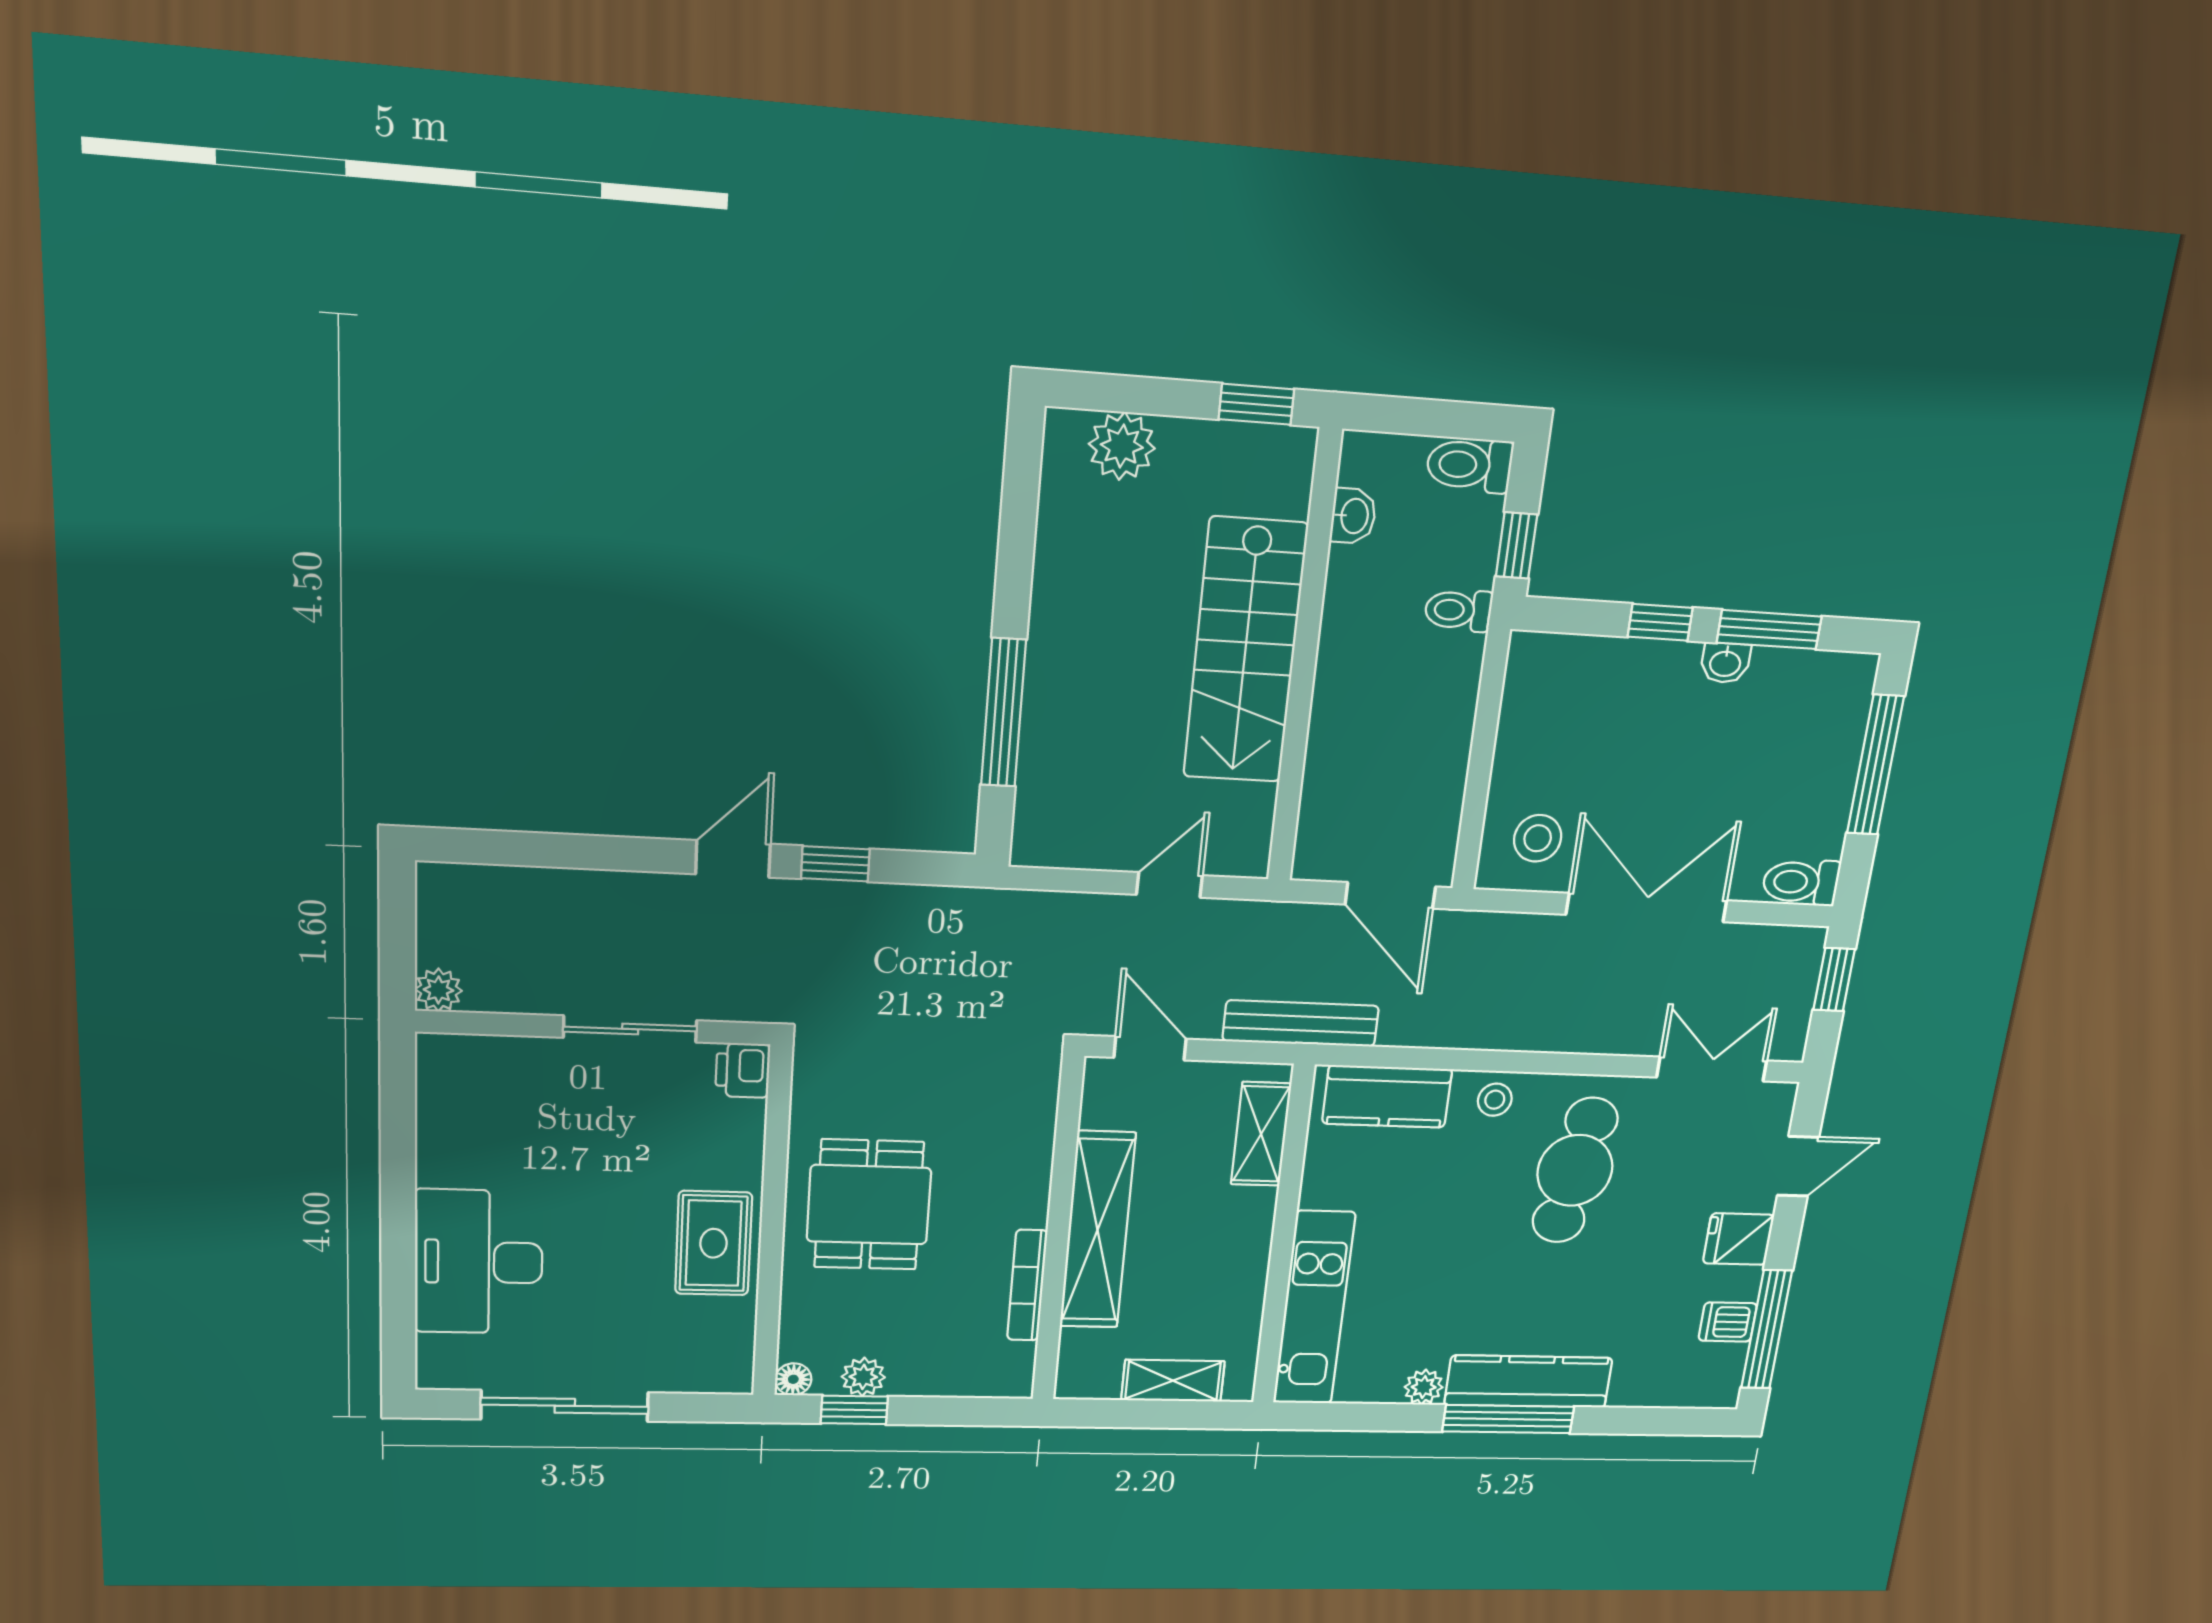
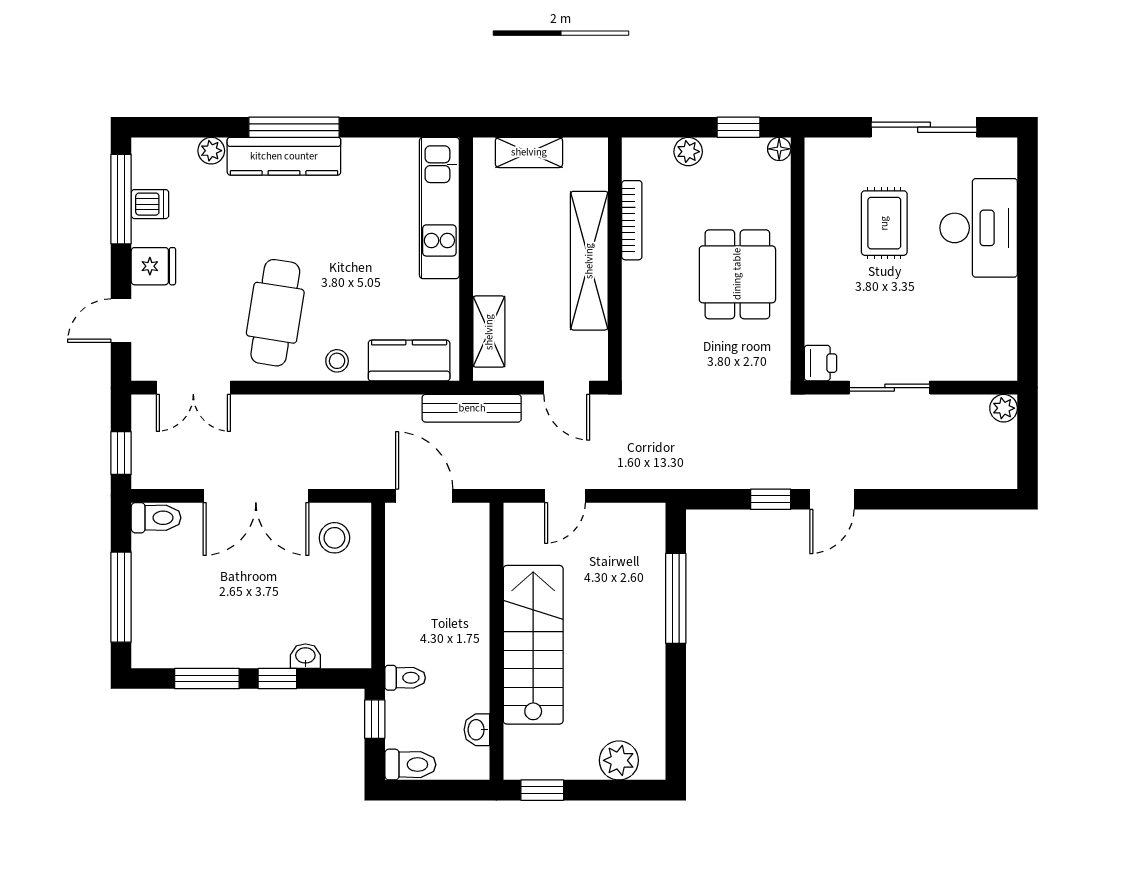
washbasin: (1725, 663) -> (305, 656), moved
rug: (714, 1243) -> (884, 223), moved
plant: (863, 1377) -> (688, 152), moved
plant: (1424, 1387) -> (211, 151), moved

